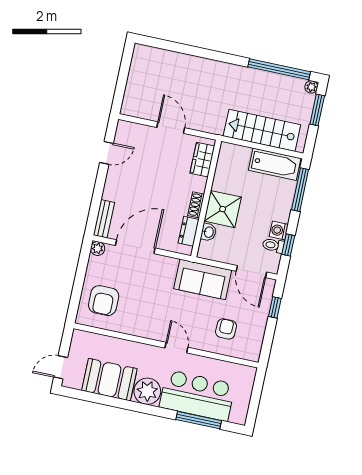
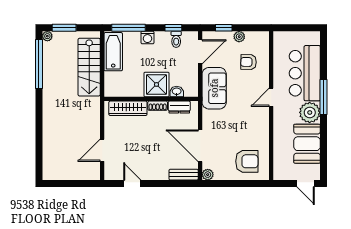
door: (171, 128) -> (102, 150), moved
wardrobe: (202, 160) -> (128, 108), width x1.50
washing machine: (279, 230) -> (147, 38), moved
plant: (260, 324) -> (239, 37), added
window: (199, 420) -> (324, 97), moved

